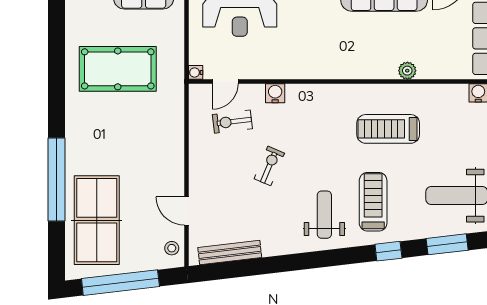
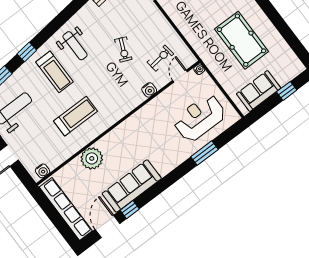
pool table: (118, 69) -> (242, 40), turned 90
plant: (407, 71) -> (92, 158), width x1.88, depth x1.88

